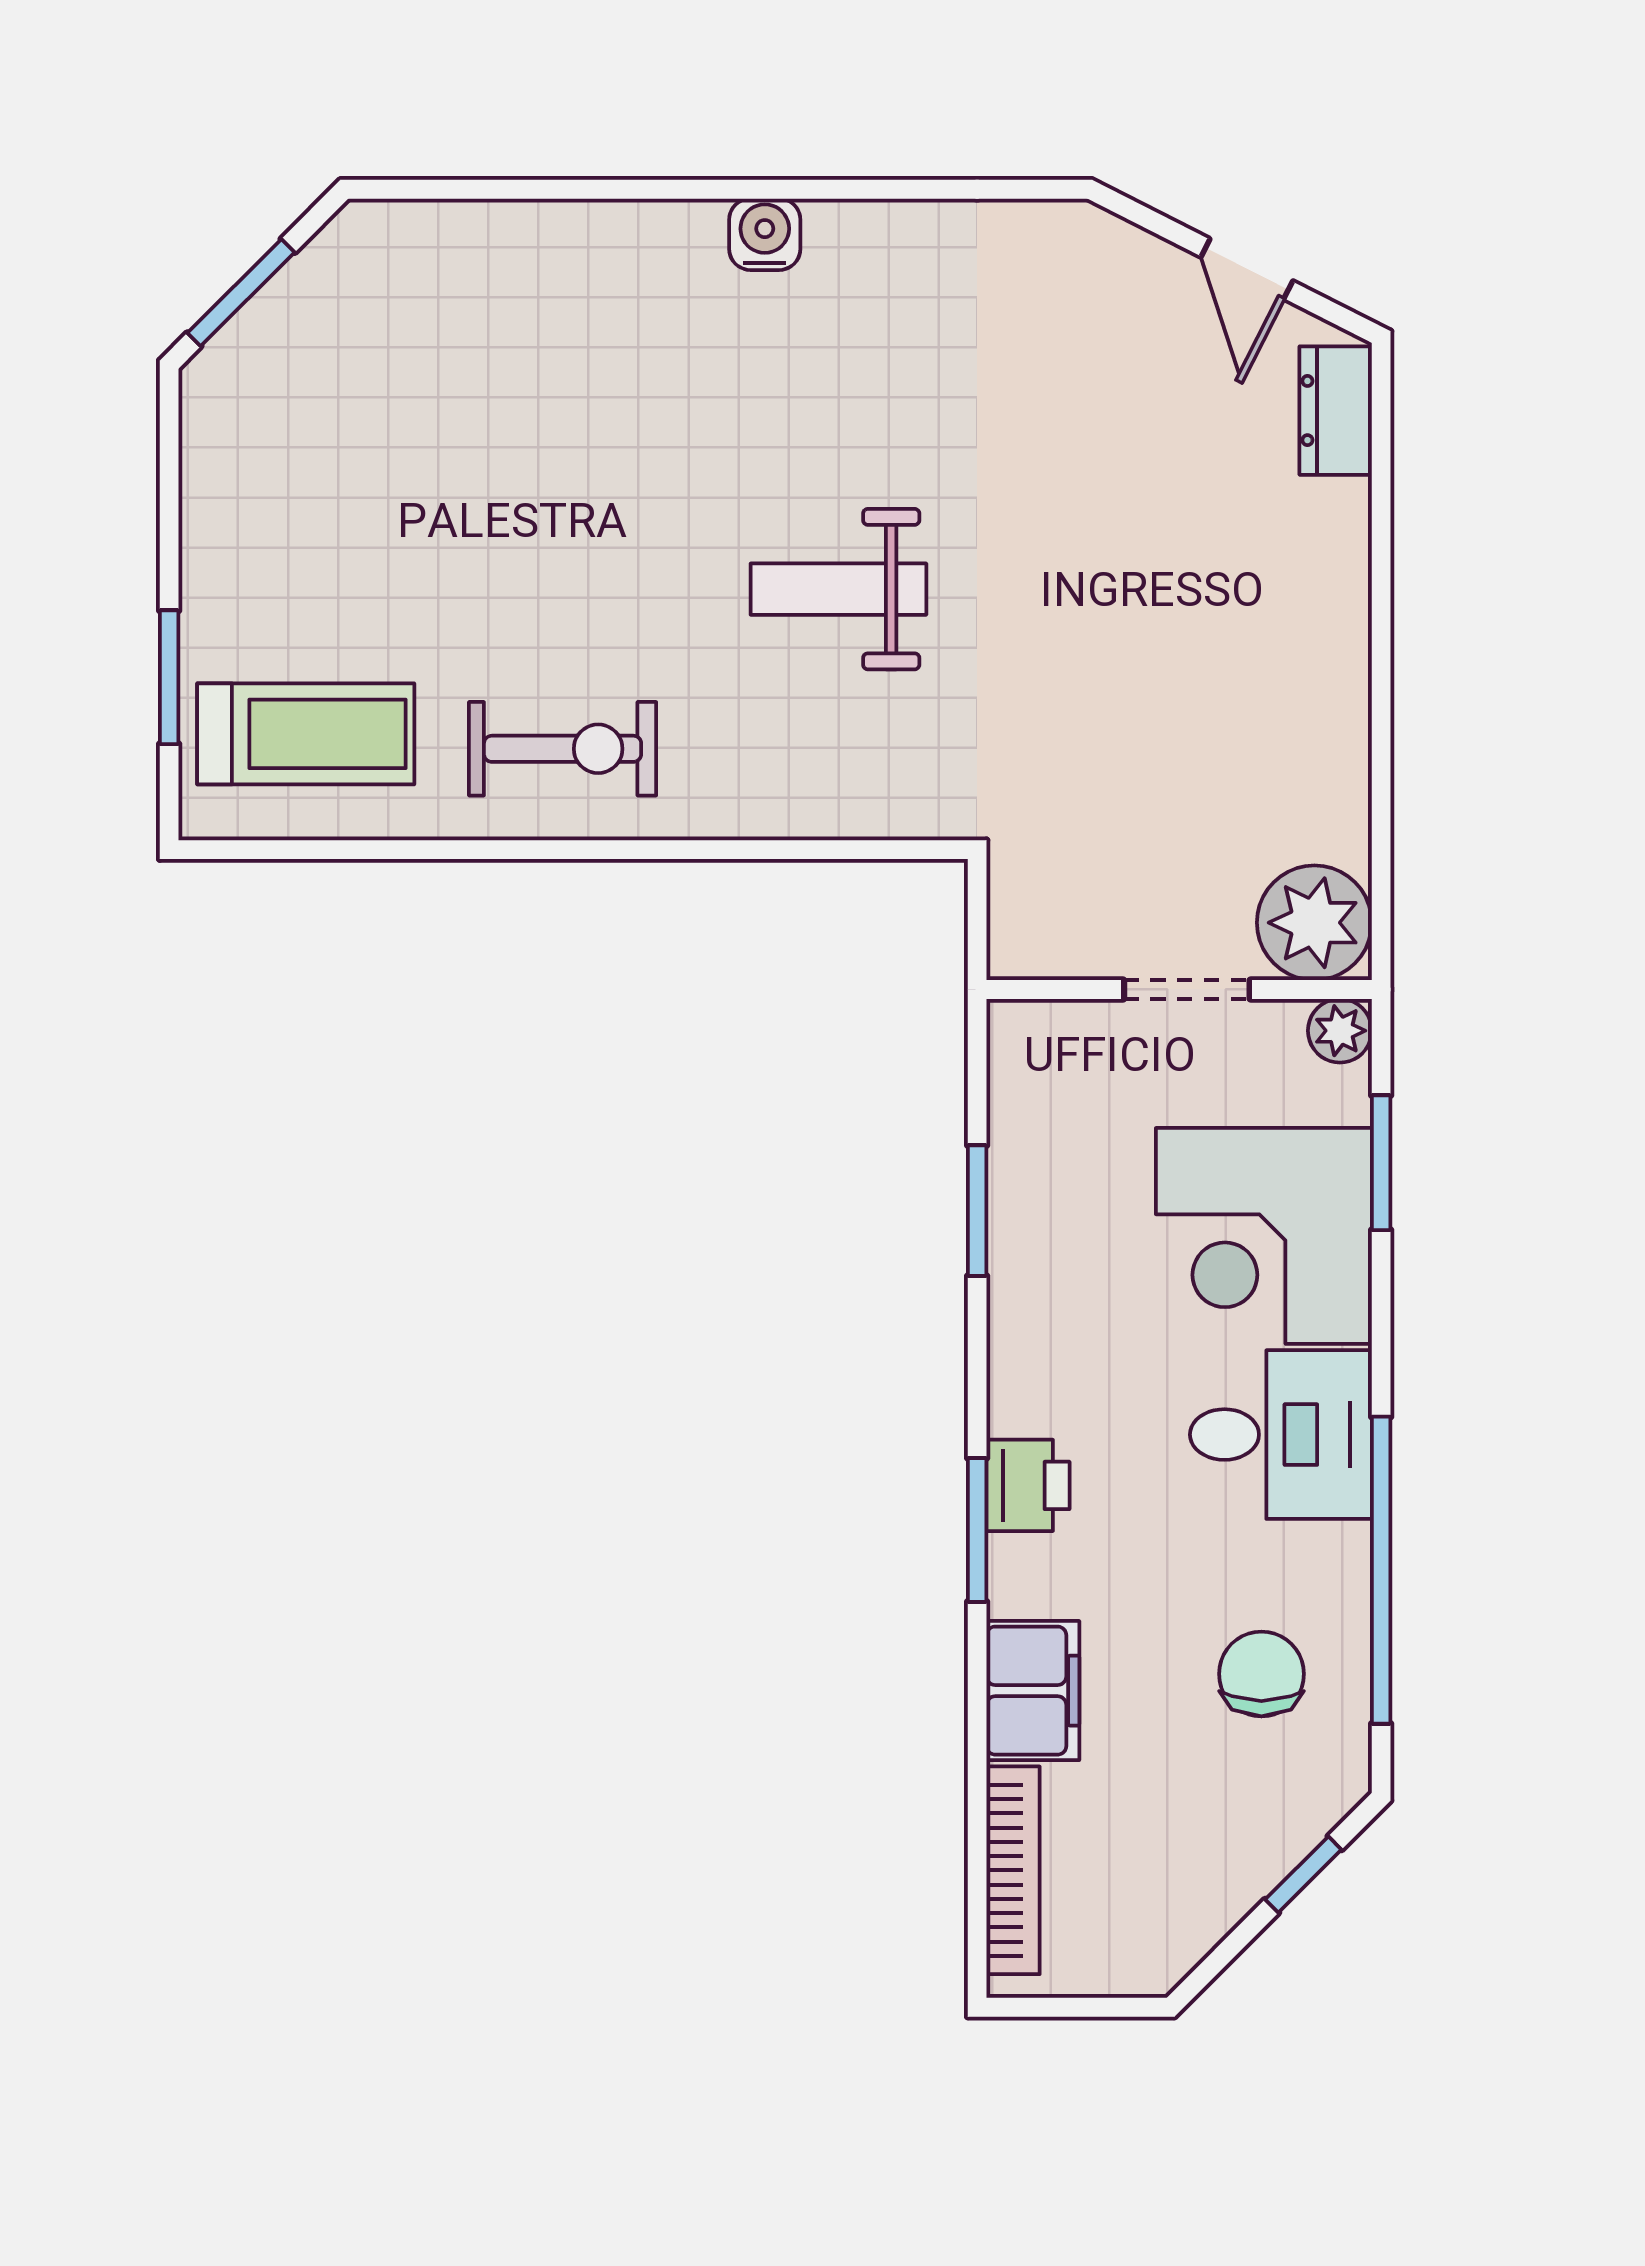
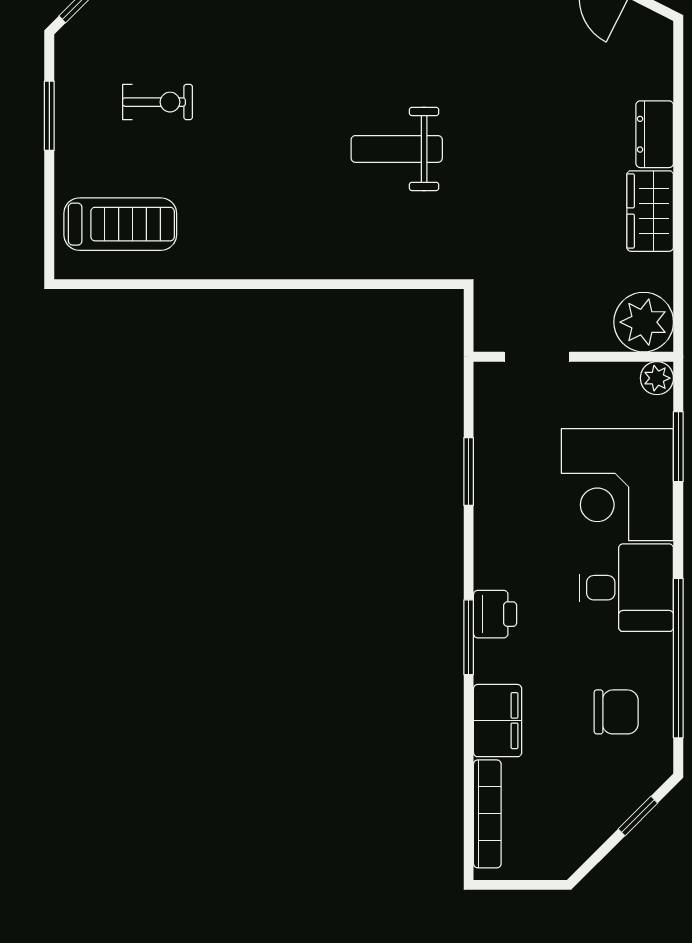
dresser: (1336, 411) -> (655, 134), moved
window: (169, 677) -> (49, 116), moved
wardrobe: (1327, 709) -> (650, 211), added
exercise bike: (563, 749) -> (157, 102), moved, width x0.73, depth x0.72
doorway: (1187, 989) -> (537, 357), moved
chair: (1261, 1674) -> (616, 712), turned 90

